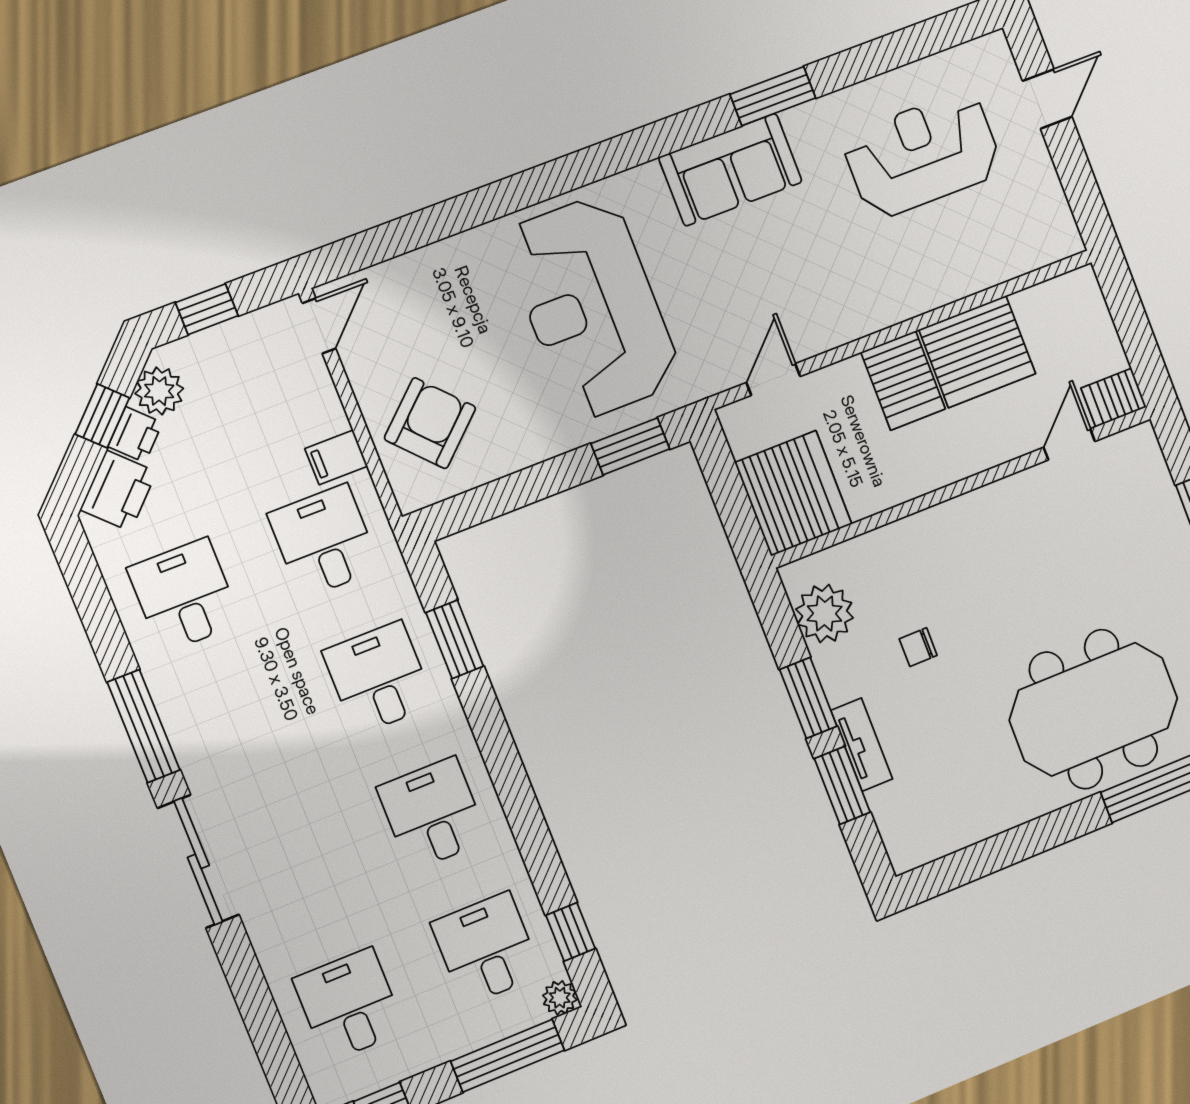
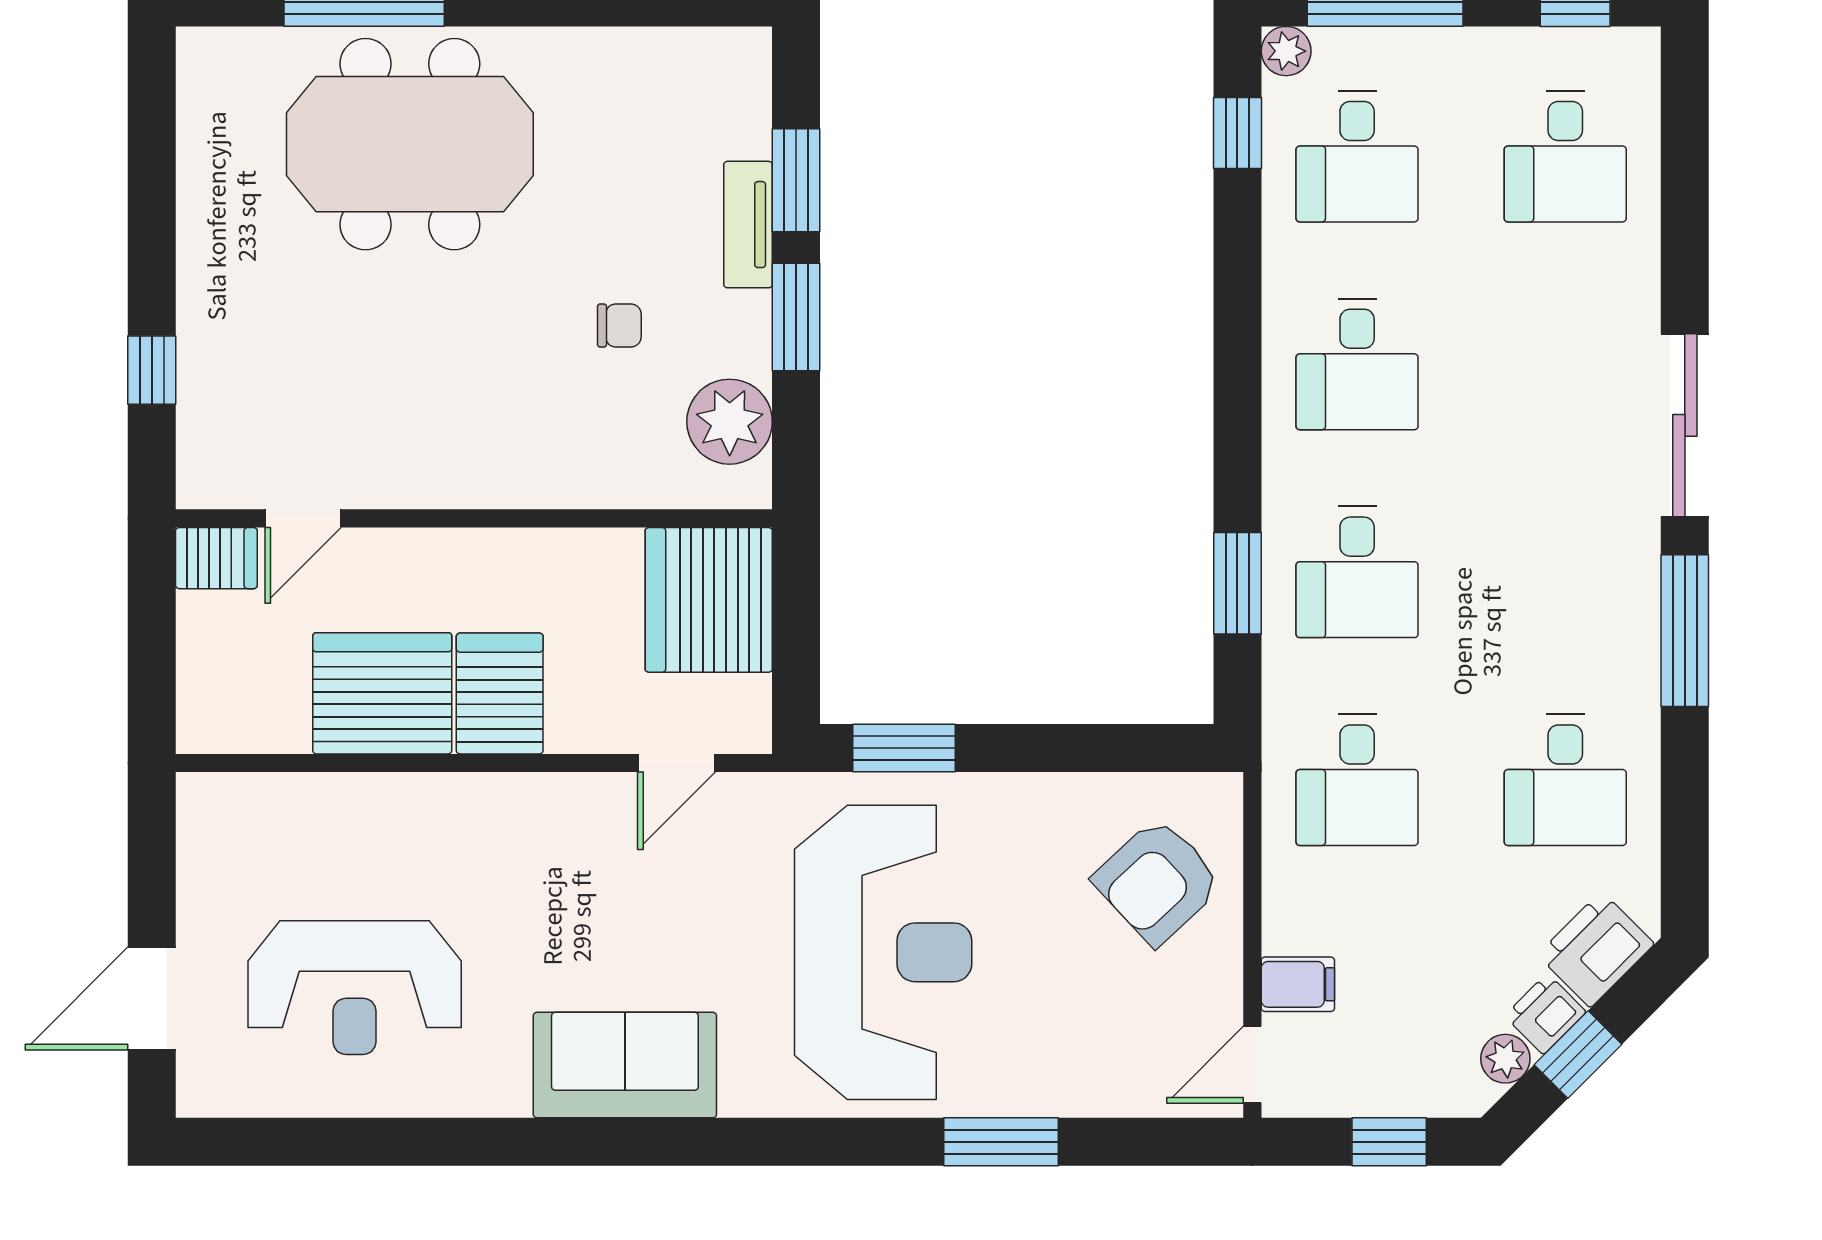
window: (773, 96) -> (1001, 1142), moved
door: (1047, 99) -> (152, 998), width x1.38
plant: (159, 391) -> (1505, 1059), width x0.73, depth x0.73
filing cabinet: (336, 457) -> (1298, 984), moved

